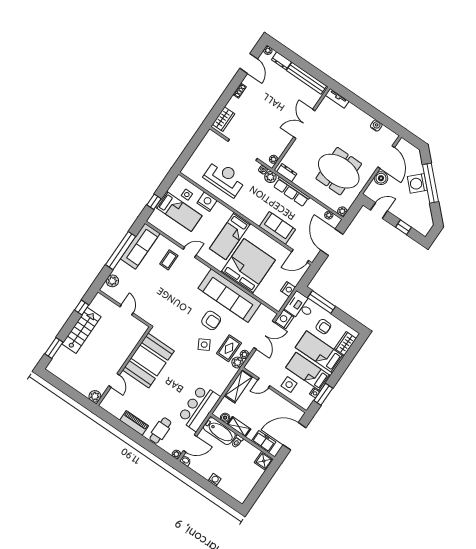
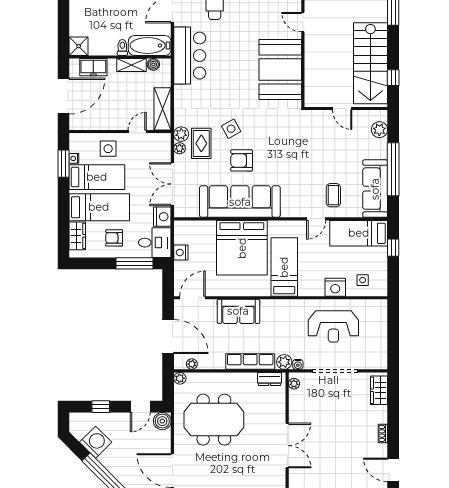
boiler: (381, 178) -> (162, 421), moved
washing machine: (417, 183) -> (96, 442), moved
bed: (179, 211) -> (359, 233), moved
stairs: (81, 330) -> (370, 63), width x1.36, depth x1.51

